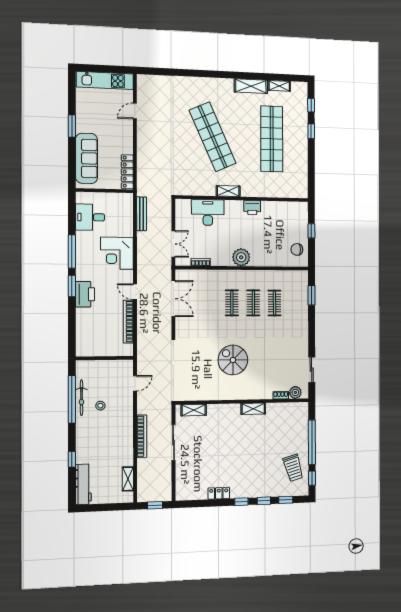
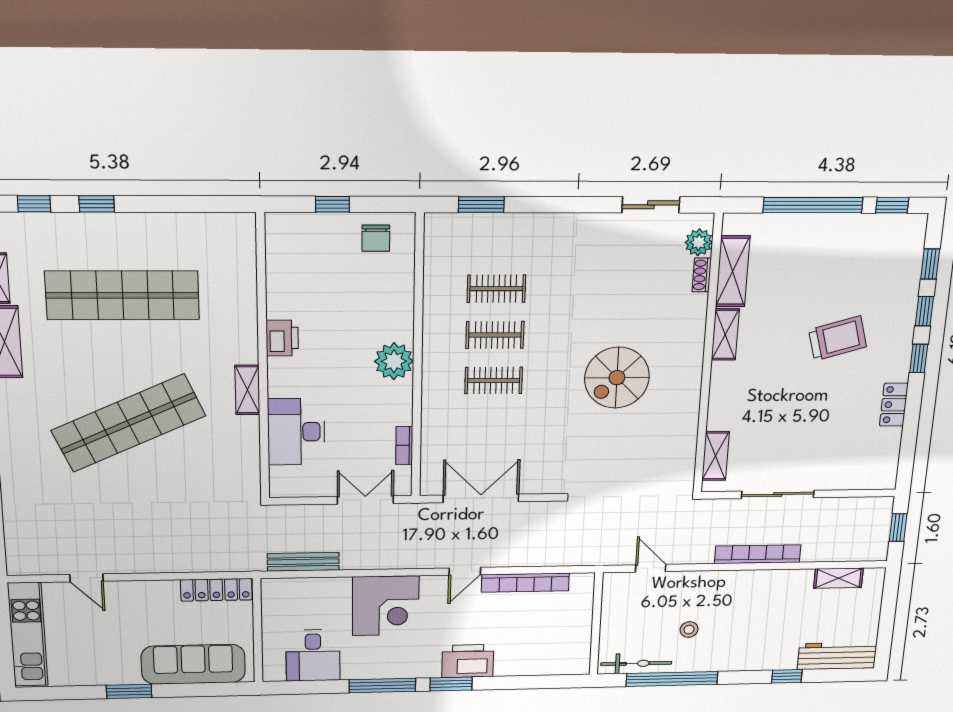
bicycle: (81, 398) -> (636, 663), moved
shelving: (282, 409) -> (733, 271), added
trolley: (293, 468) -> (838, 338), moved

